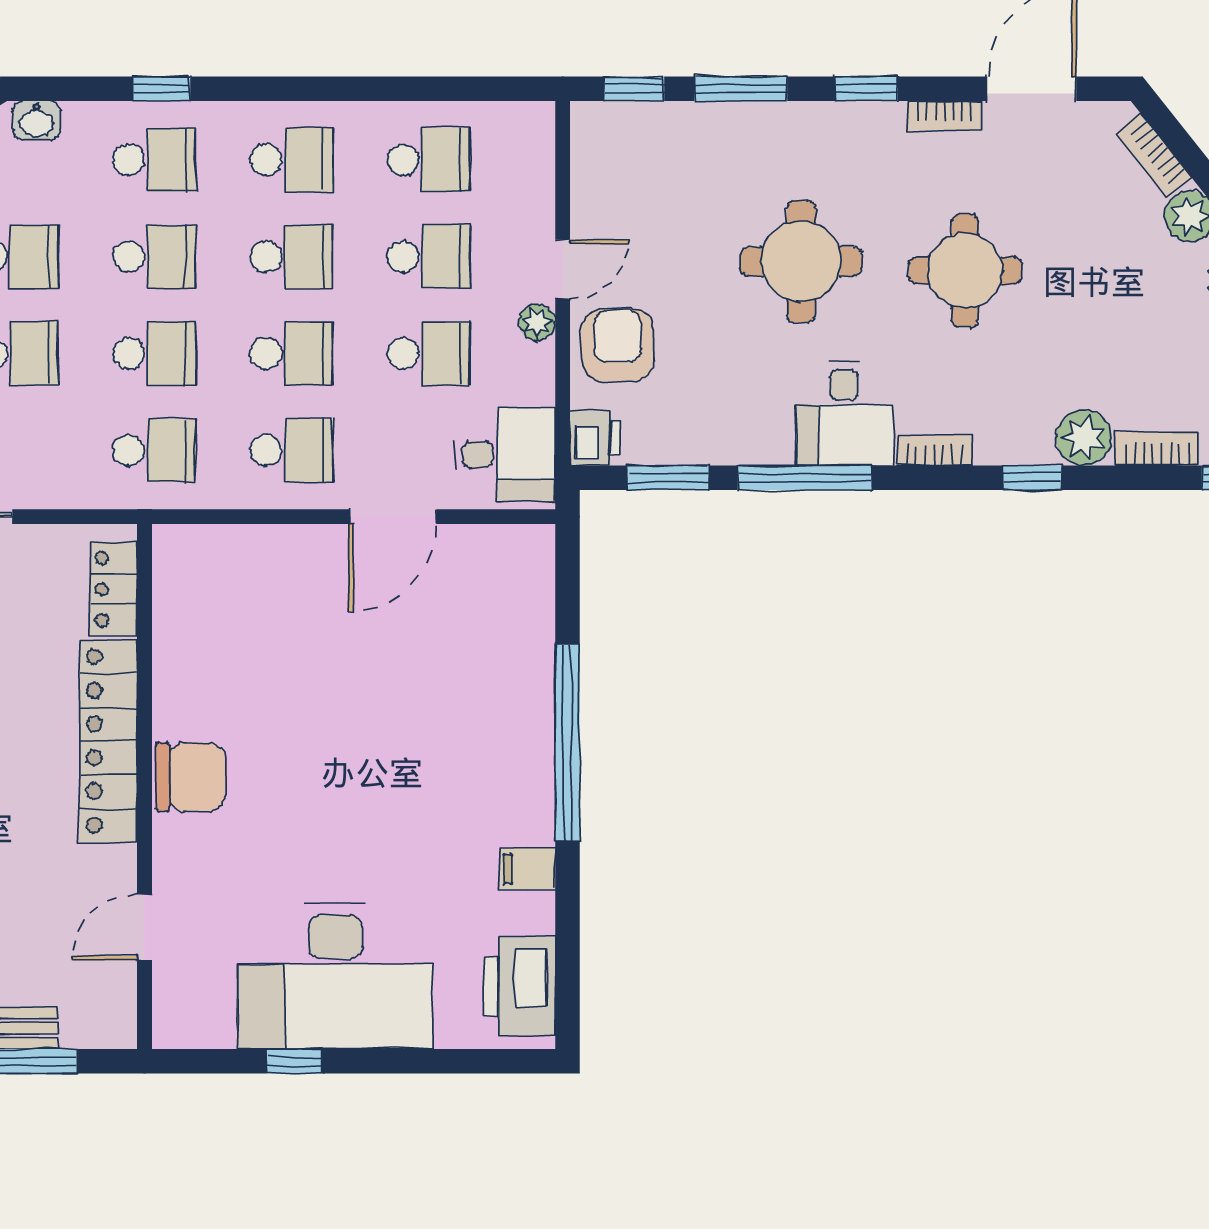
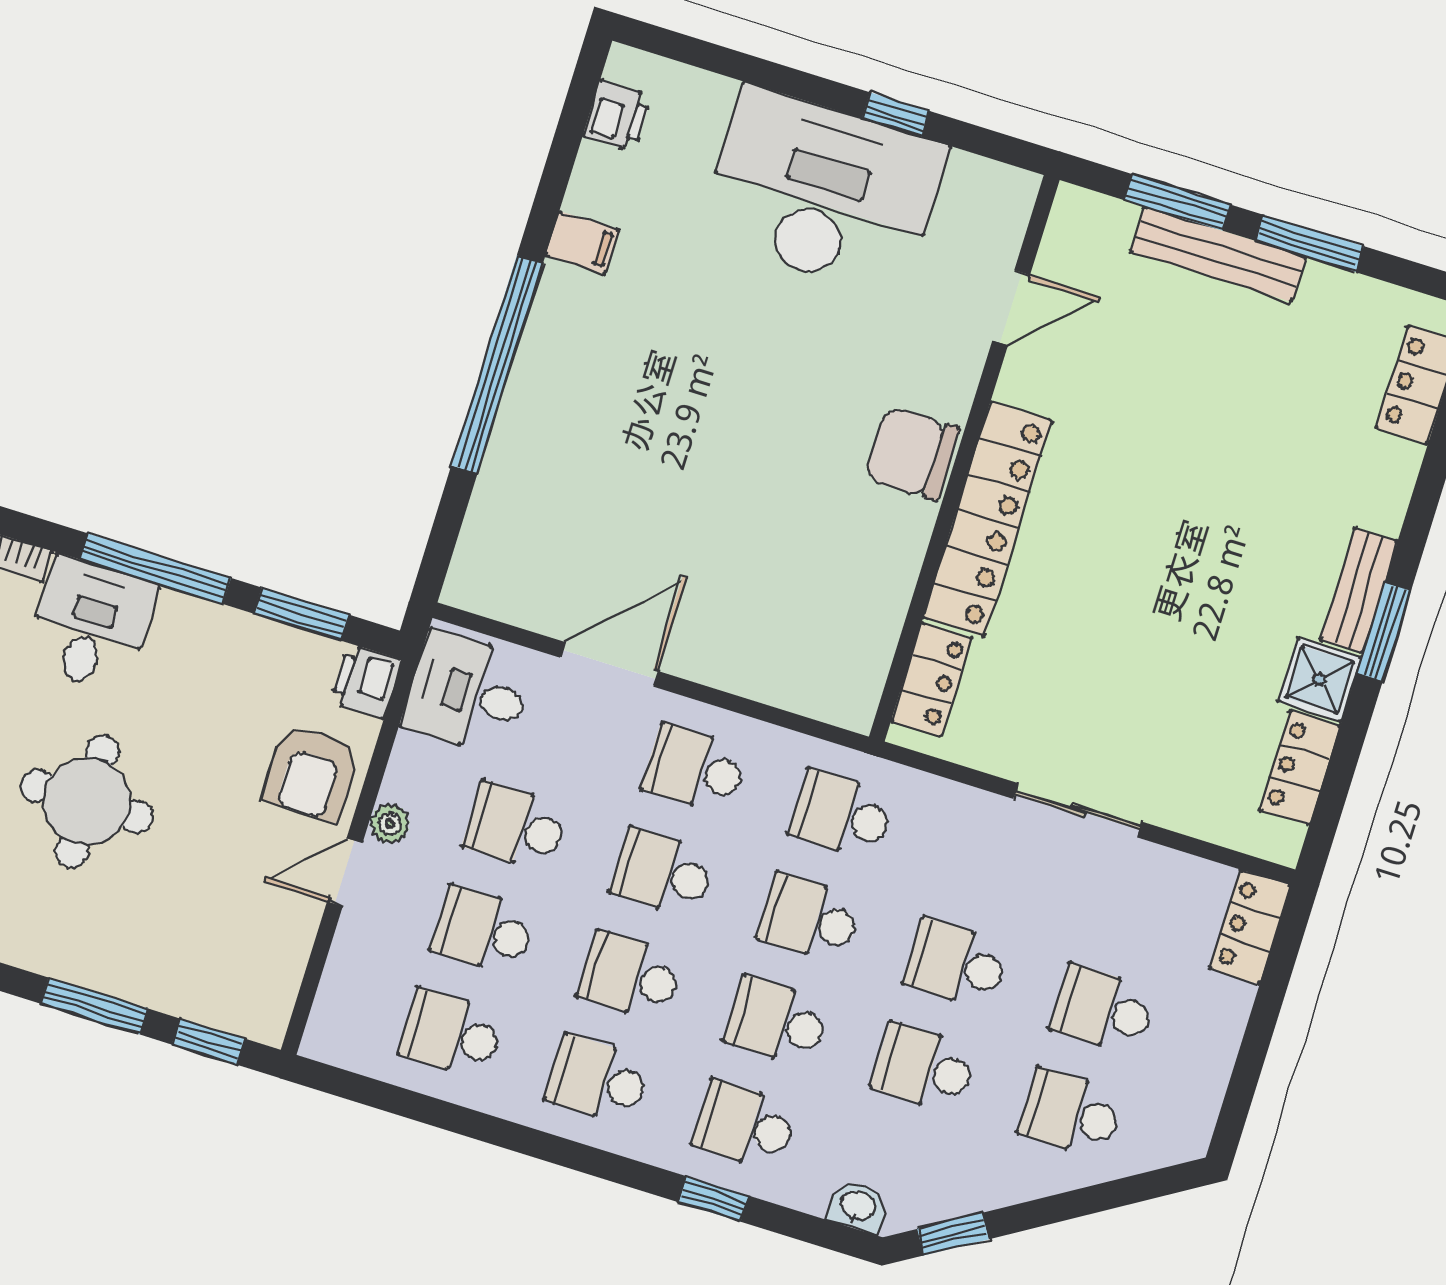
printer: (520, 986) -> (617, 116), width x0.53, depth x0.68

